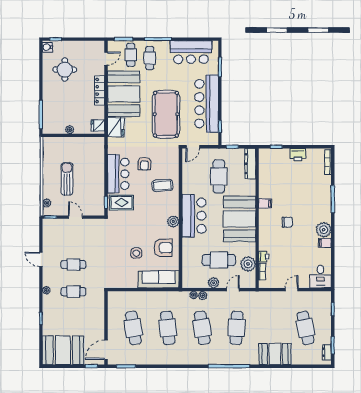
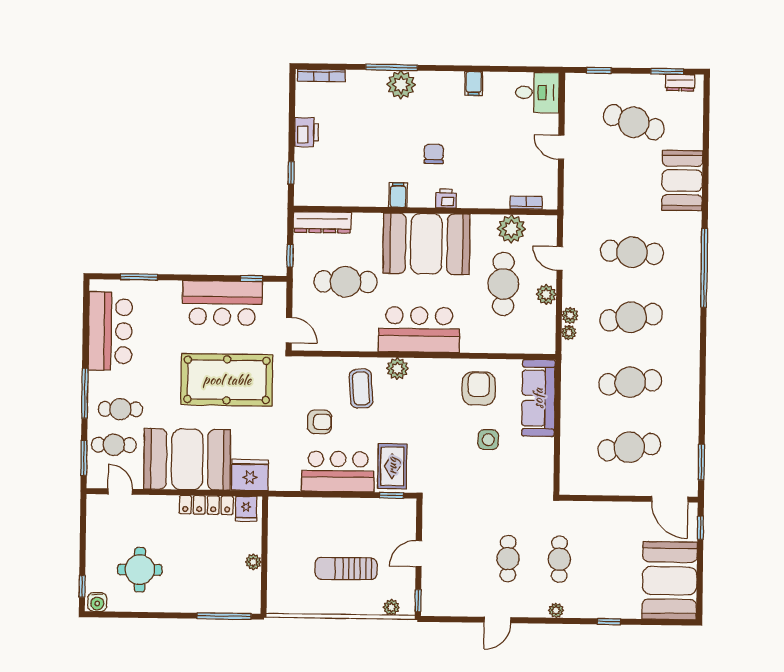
locker: (100, 90) -> (206, 505), moved
bar counter: (207, 104) -> (222, 303), width x0.73
plant: (173, 221) -> (397, 369), moved
plant: (324, 230) -> (401, 85), moved
printer: (264, 257) -> (446, 198), moved
cafe table: (305, 328) -> (634, 122), turned 30

